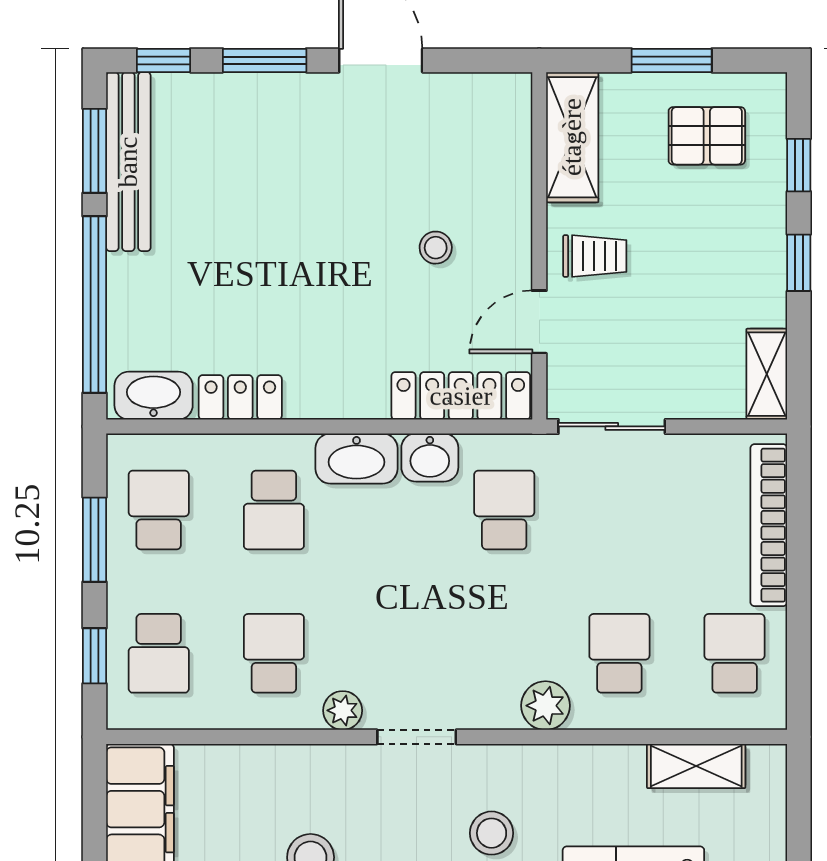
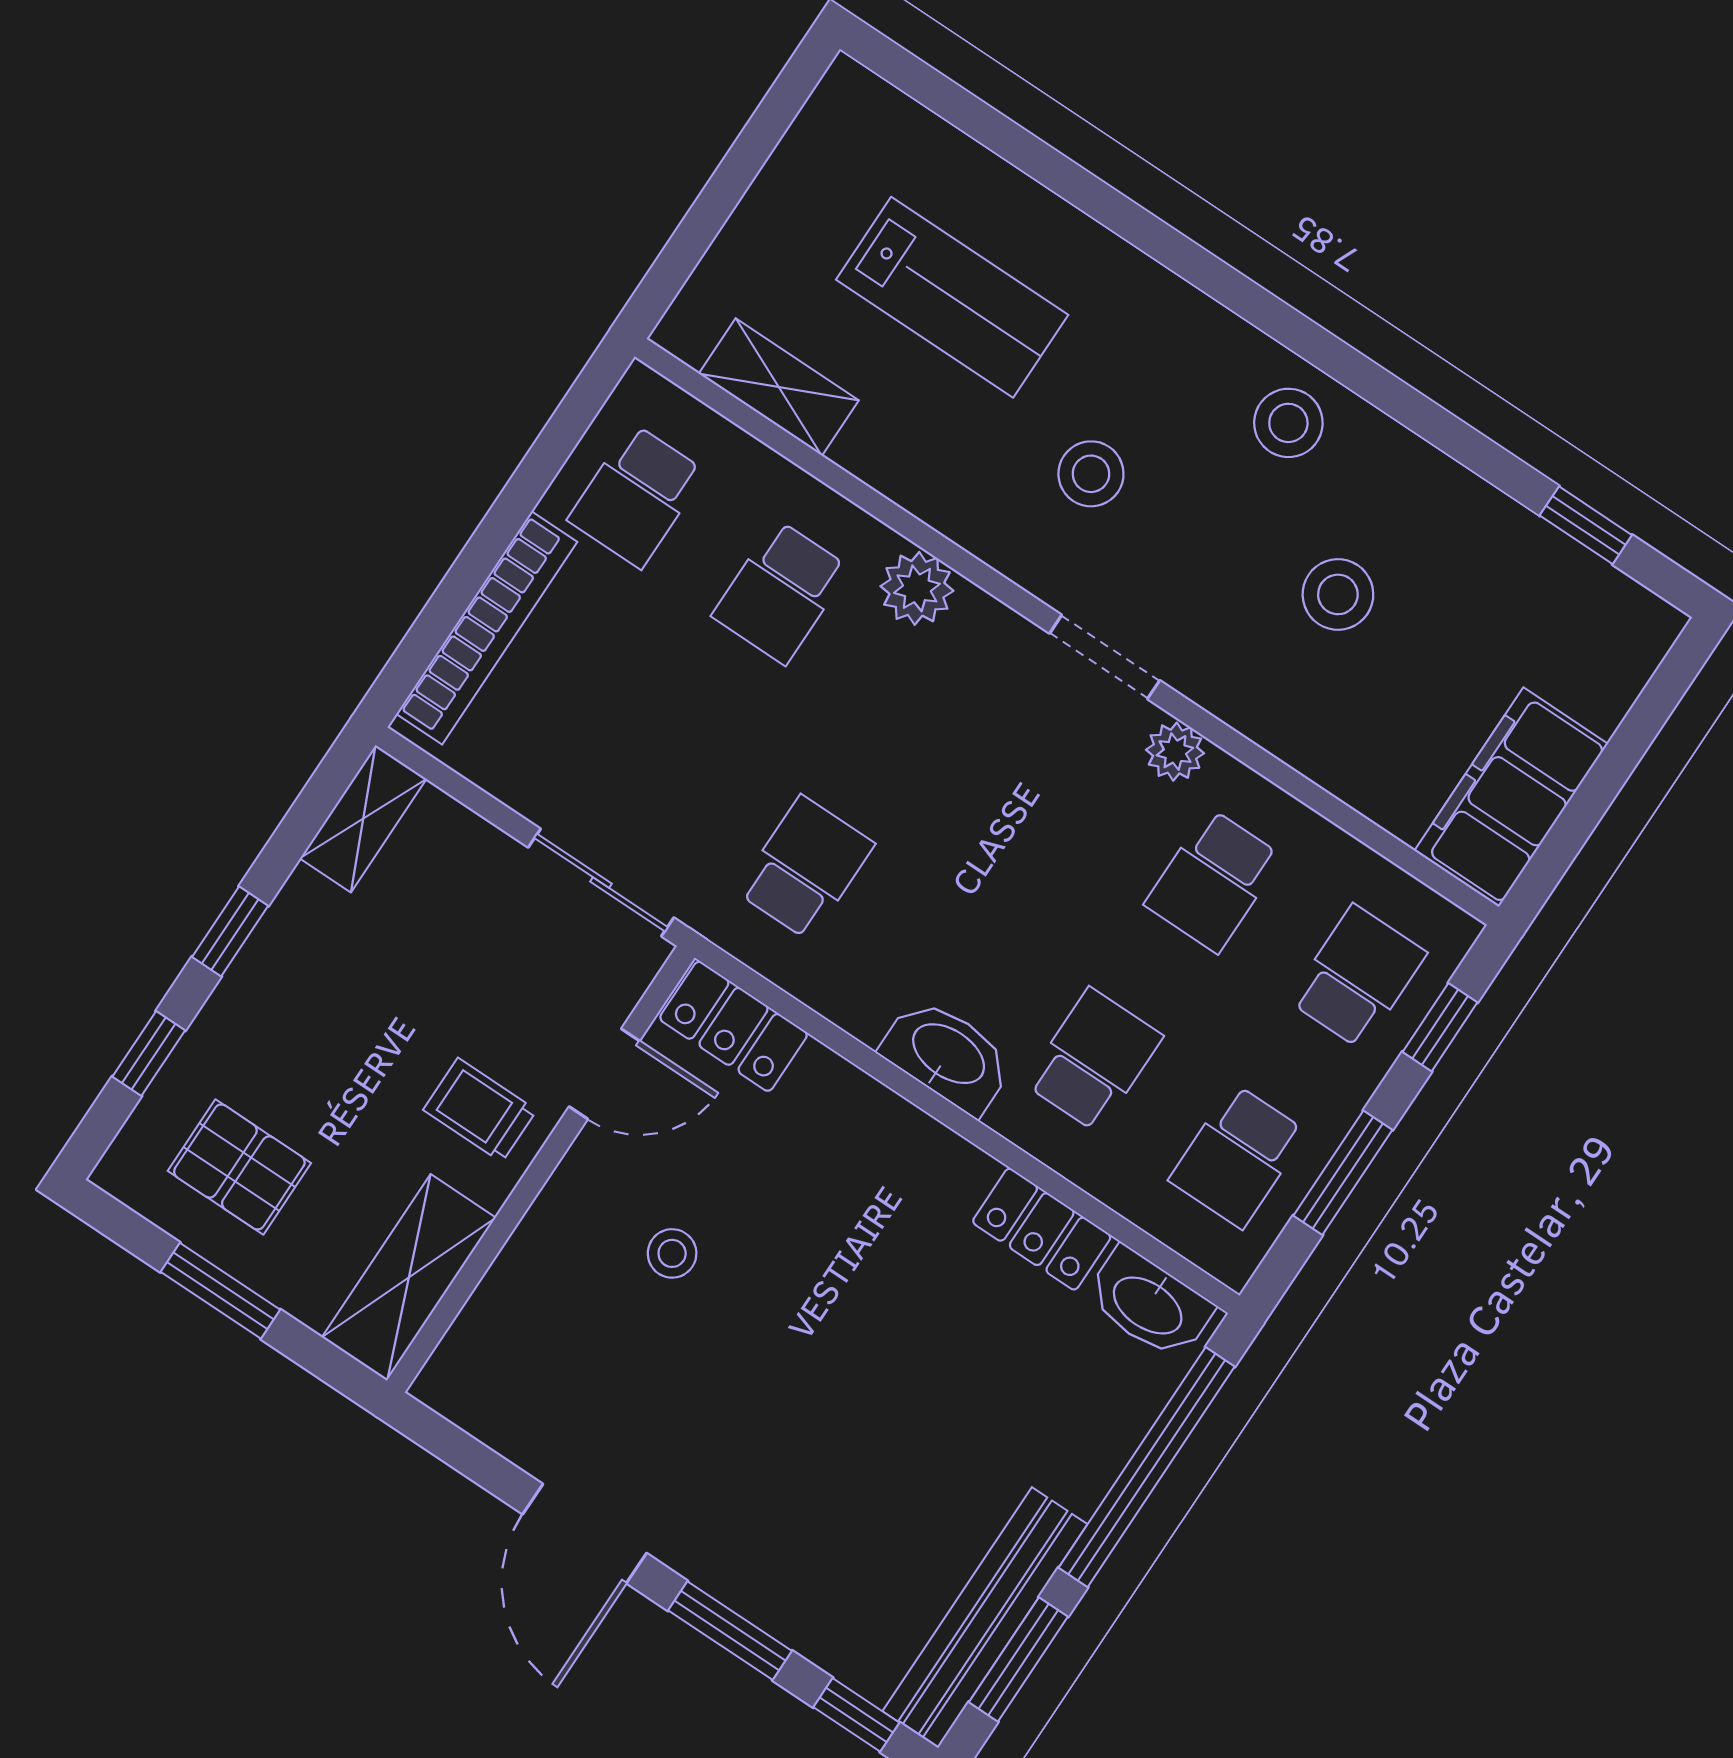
locker: (461, 396) -> (733, 1026), width x0.66
washbasin: (430, 458) -> (855, 995), removed
school desk: (504, 510) -> (805, 868), turned 180

